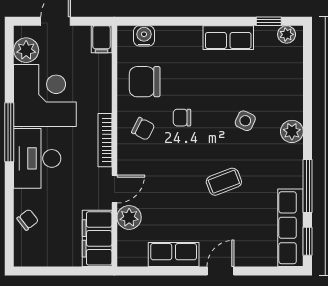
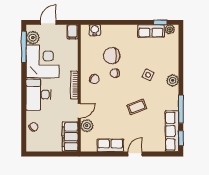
row of seats: (228, 38) -> (151, 31), moved
chair: (145, 82) -> (112, 56), moved
window: (9, 132) -> (24, 47), moved

